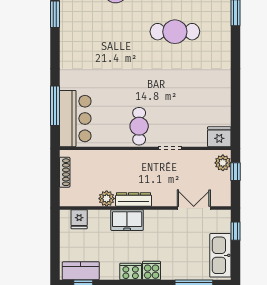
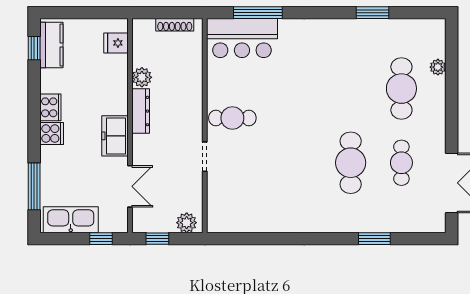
fridge: (219, 137) -> (219, 218), removed
window: (236, 172) -> (157, 239), moved
freezer: (127, 220) -> (115, 136), moved

